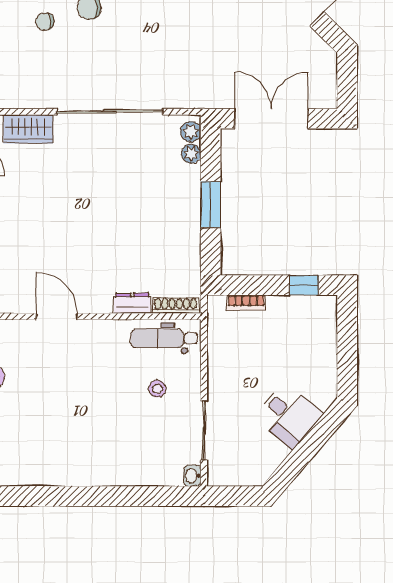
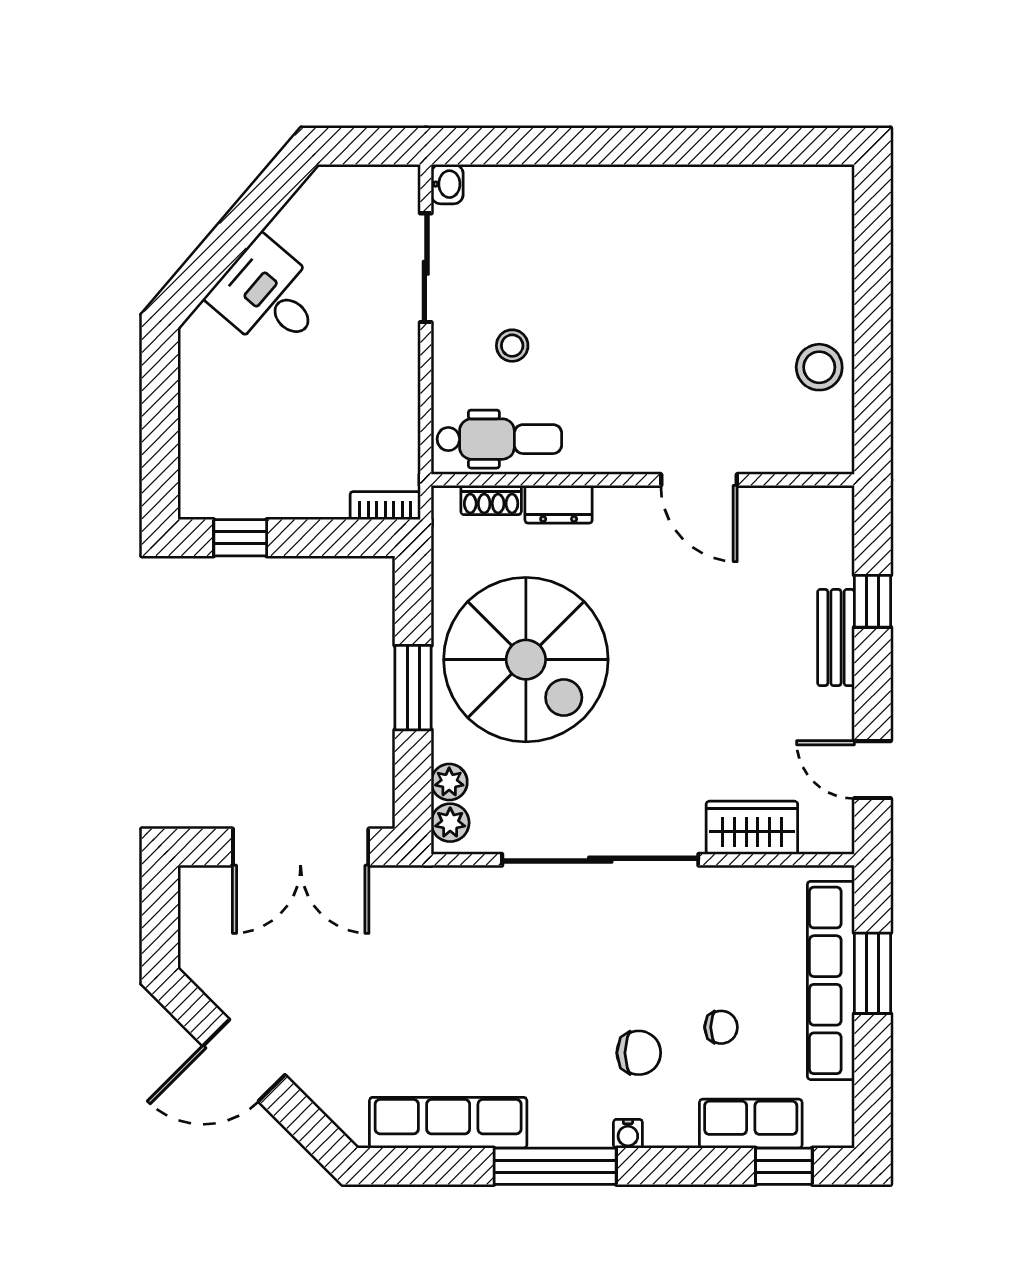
spiral stairs: (150, 220) -> (526, 660), added
bookcase: (246, 302) -> (385, 506), moved
shoe rack: (176, 306) -> (491, 500), width x0.70

